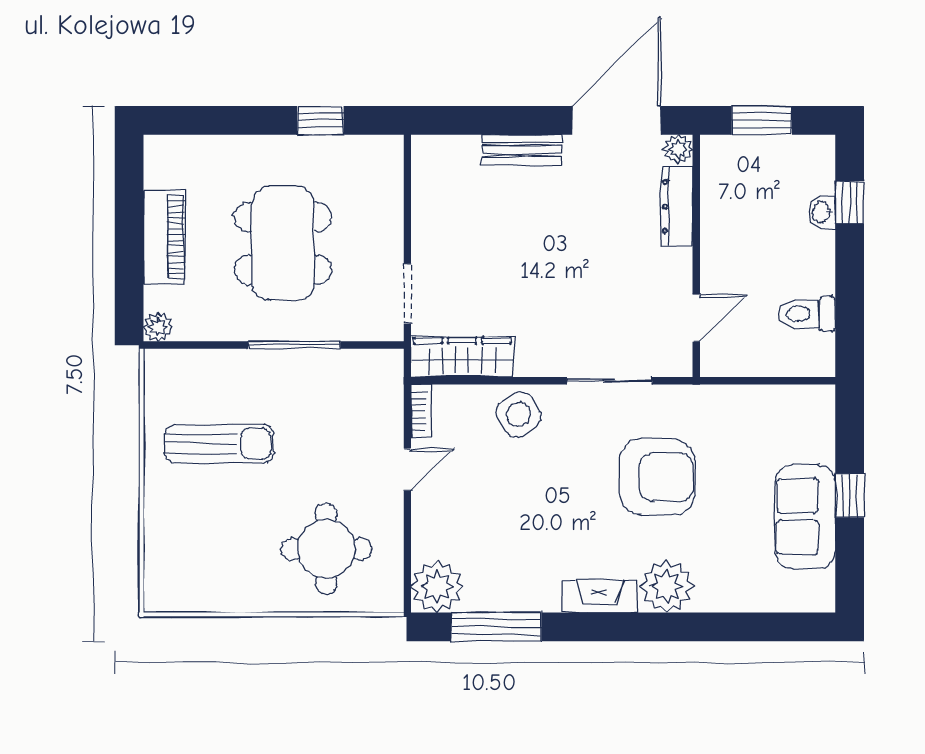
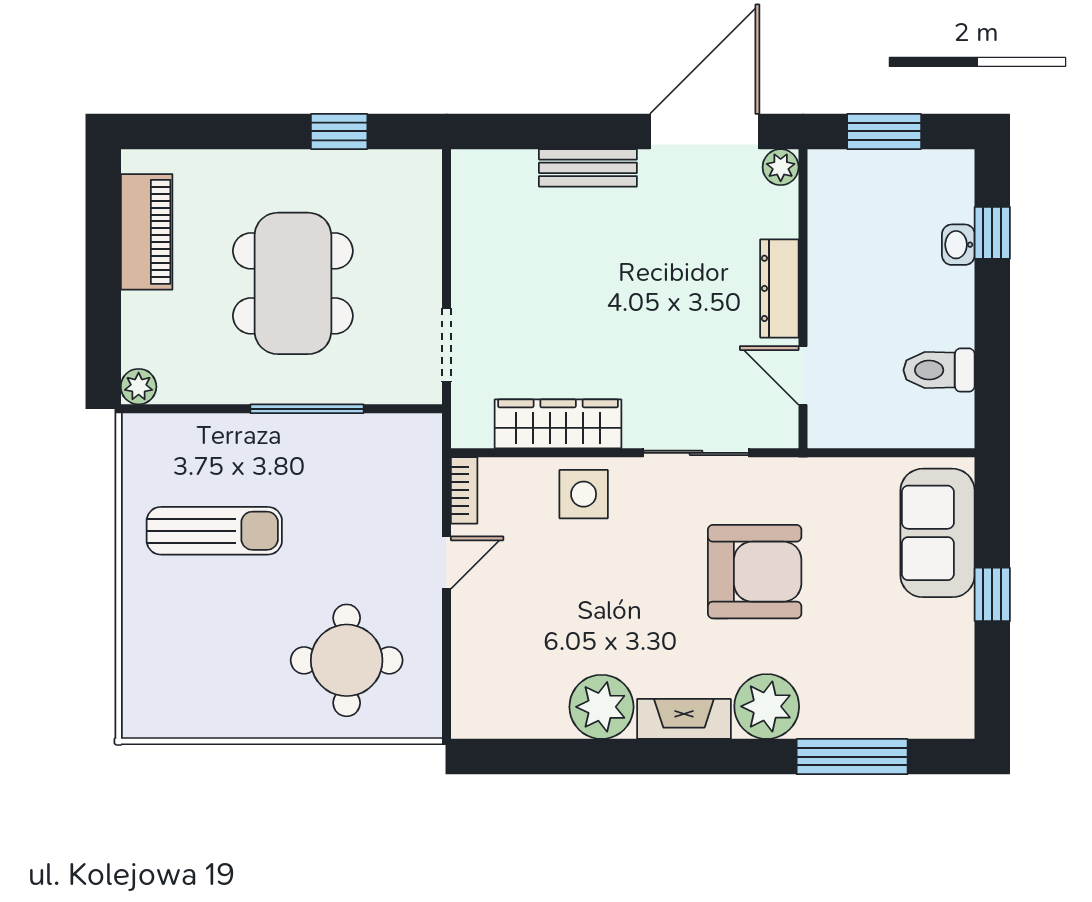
dresser: (677, 206) -> (779, 288), moved
piano: (164, 237) -> (147, 232), moved
door: (696, 318) -> (803, 375), swing flipped
wardrobe: (462, 357) -> (558, 424), moved
side table: (518, 414) -> (584, 494), turned 32
sofa: (805, 517) -> (938, 533), moved
plant: (437, 587) -> (601, 707), moved
window: (496, 627) -> (852, 757), moved

